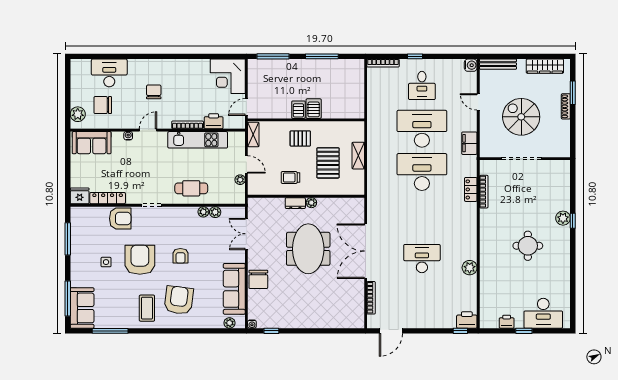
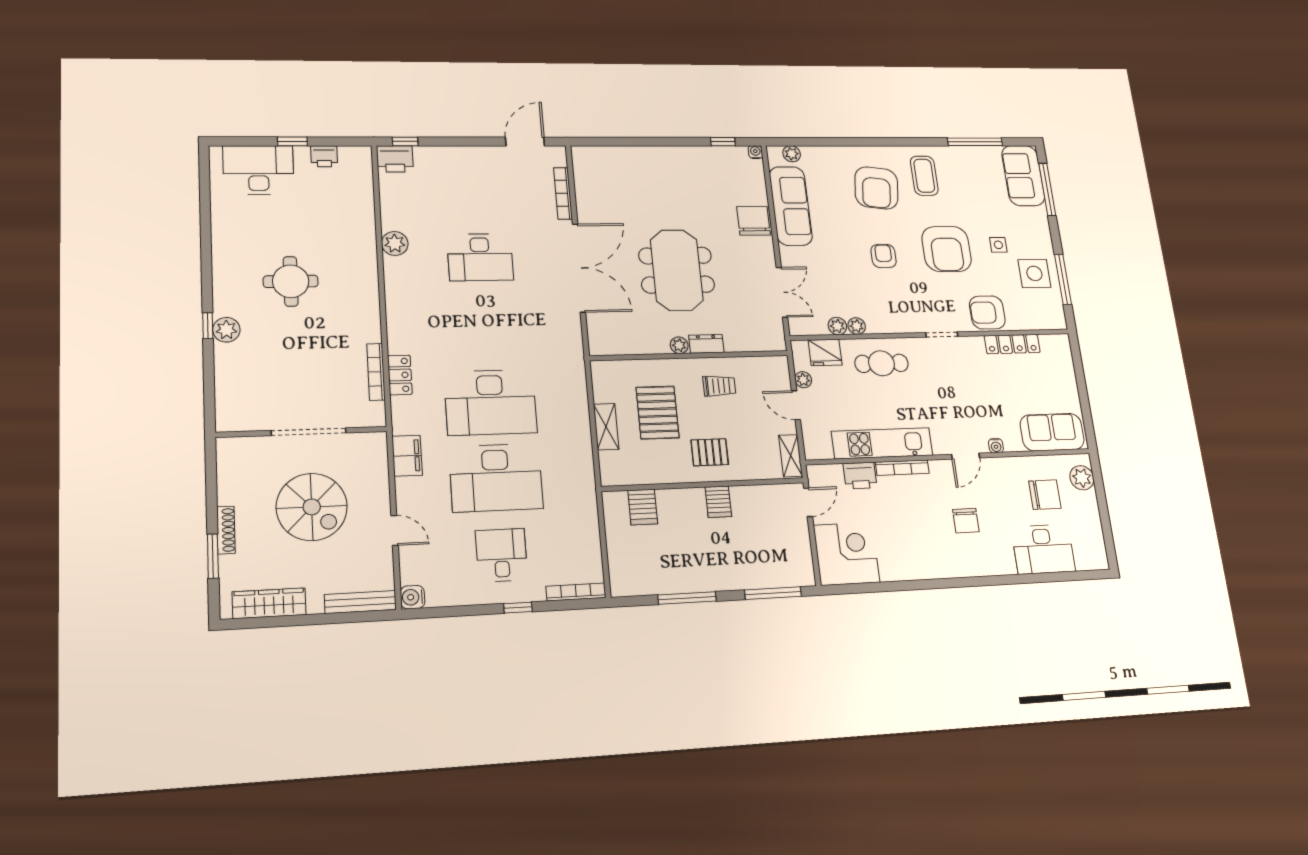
server rack: (314, 109) -> (643, 507), moved
fridge: (80, 196) -> (825, 352), moved
side table: (86, 243) -> (1034, 273), added

